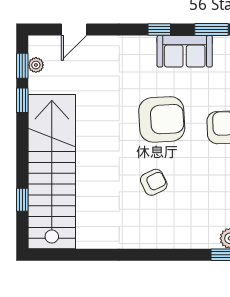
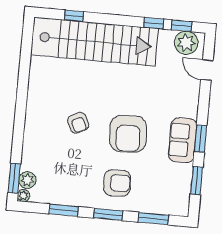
window: (159, 29) -> (200, 139), width x1.50
sofa: (185, 51) -> (183, 140), moved
plant: (36, 65) -> (186, 43), width x1.88, depth x1.88

